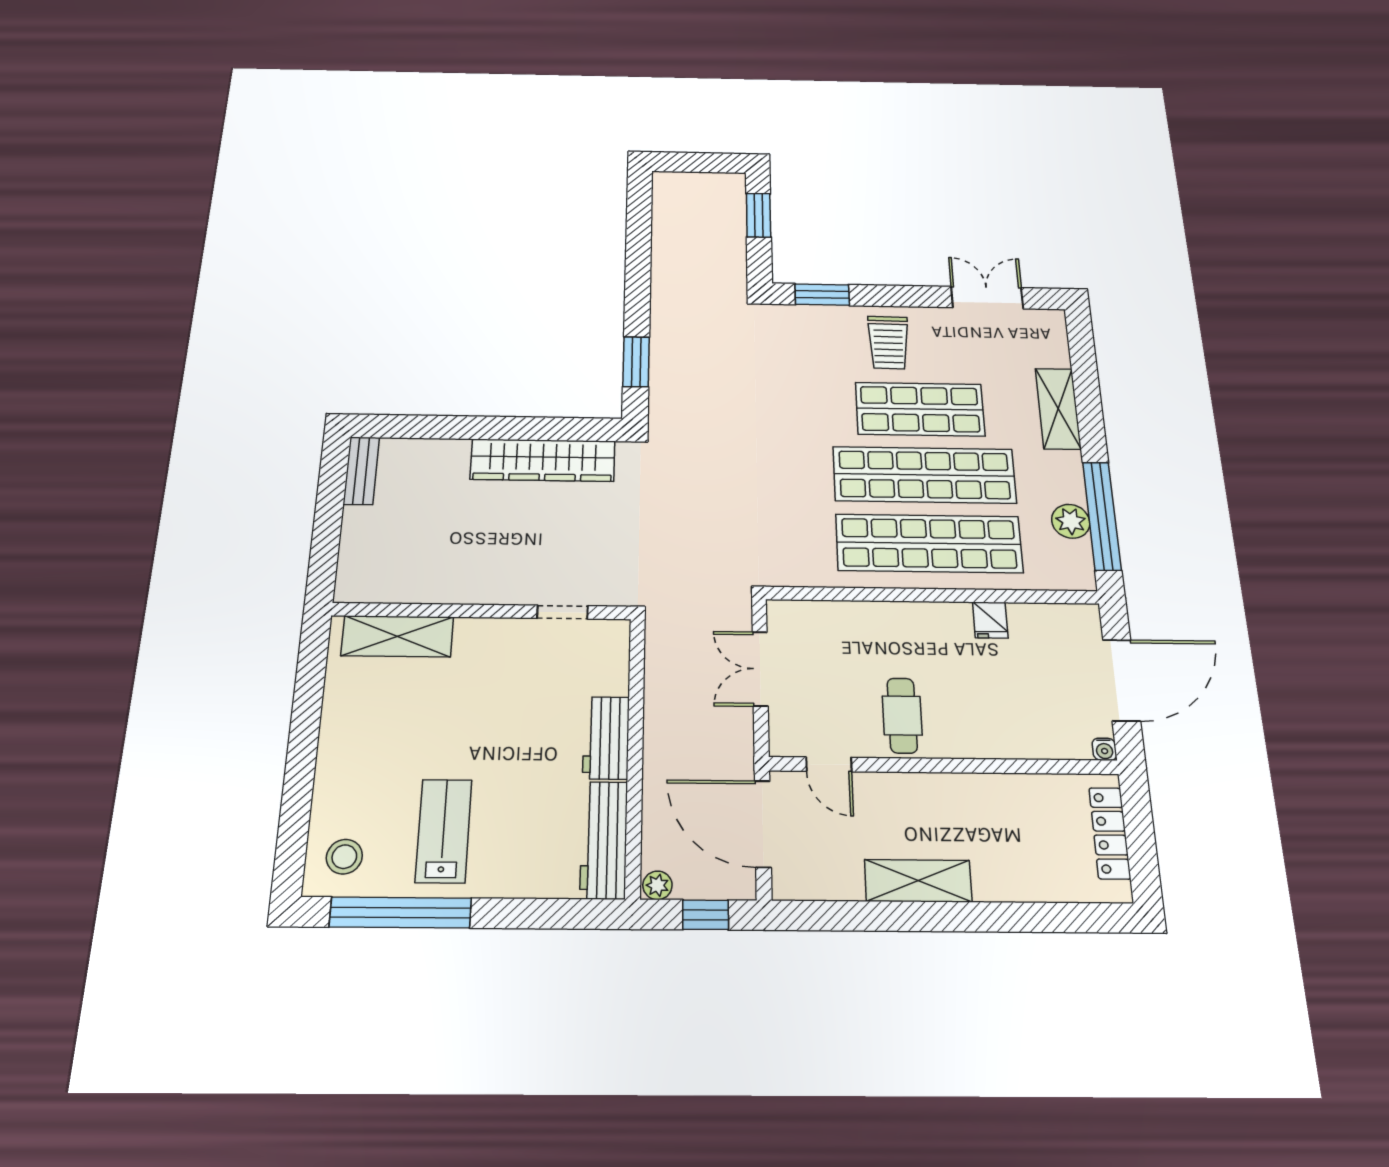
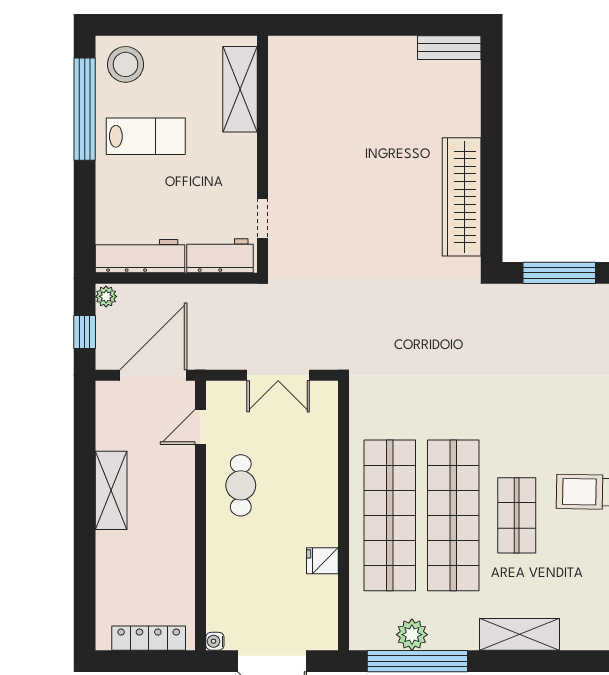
window: (636, 362) -> (559, 273), width x1.44
shop shelf: (920, 409) -> (517, 515), width x0.70, depth x0.74
wall: (482, 611) -> (263, 154), moved
doorway: (563, 612) -> (263, 218), moved
shelving: (397, 636) -> (240, 89), moved
double door: (760, 669) -> (278, 375), swing flipped
cafe table: (902, 715) -> (241, 485), turned 90
stool: (344, 857) -> (126, 64), width x1.38, depth x1.38

